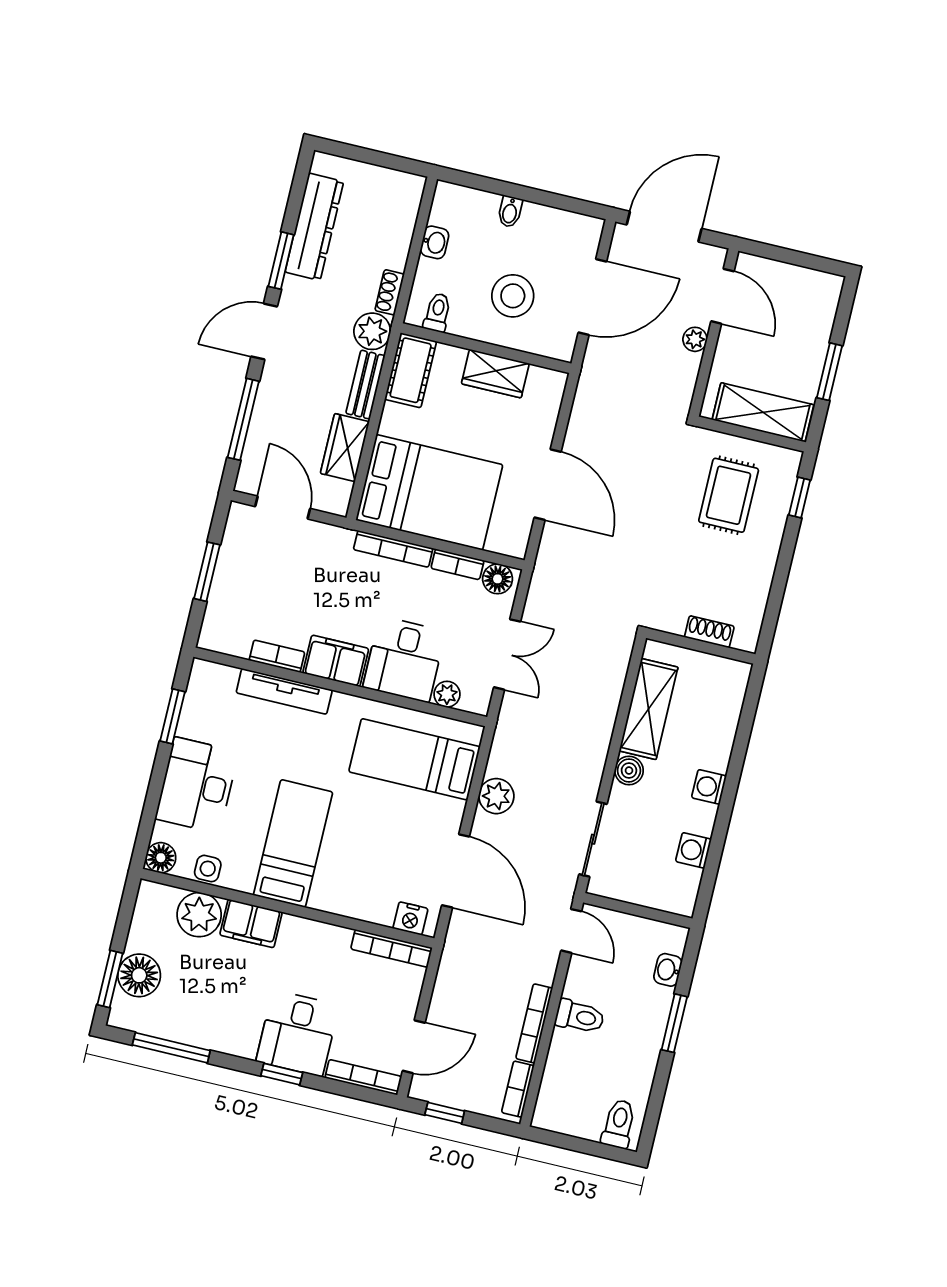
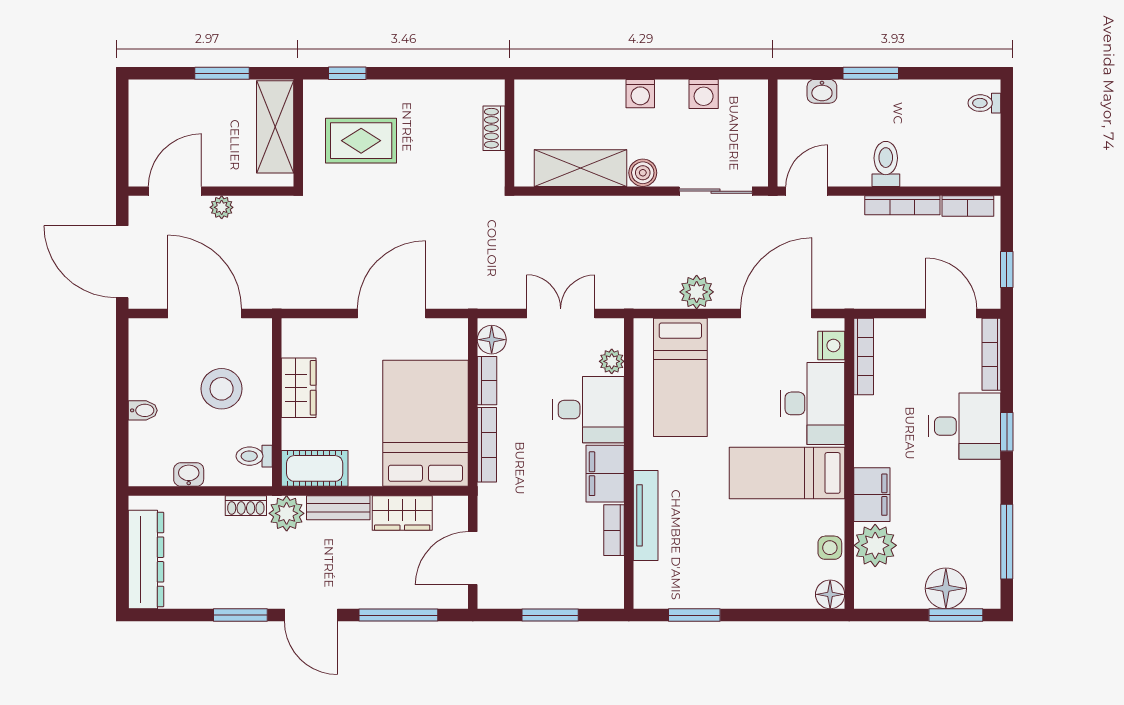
dresser: (314, 227) -> (146, 559), moved, turned 90
desk: (197, 785) -> (812, 403), moved, turned -90
toilet: (619, 1124) -> (984, 103), width x0.73, depth x0.72

